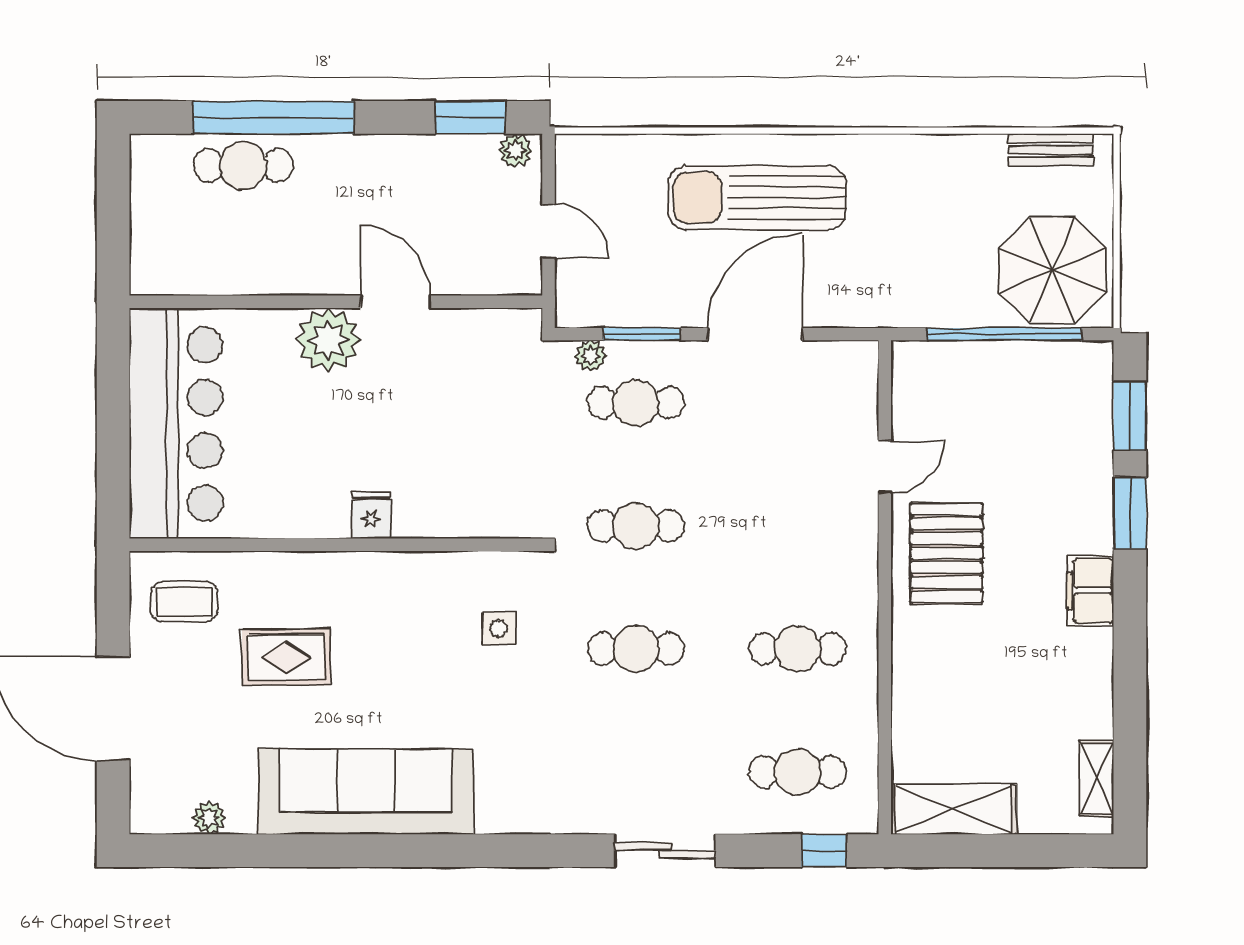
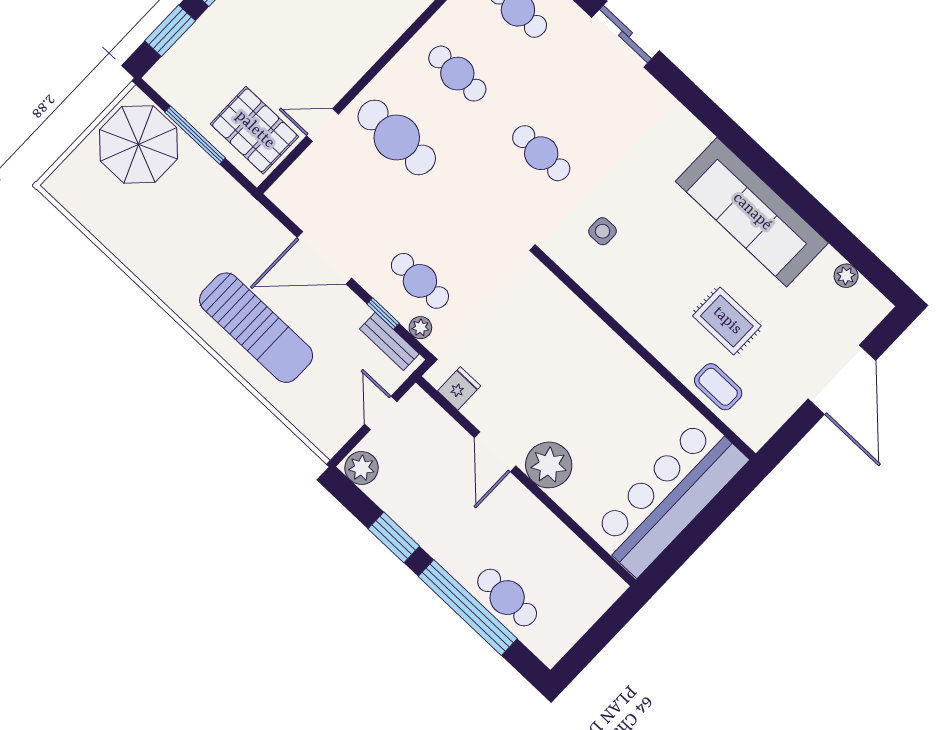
window: (470, 117) -> (394, 537), moved
plant: (515, 150) -> (361, 468), width x1.38, depth x1.38
bench: (1051, 150) -> (389, 341), moved
window: (642, 334) -> (383, 314), width x0.67
window: (1004, 334) -> (195, 135), width x0.68
fridge: (371, 515) -> (459, 388), moved, turned 180
cafe table: (636, 526) -> (397, 137), moved, width x1.37, depth x1.35
pallet: (947, 553) -> (255, 130), moved, turned 90
coffee table: (184, 602) -> (718, 387), moved

